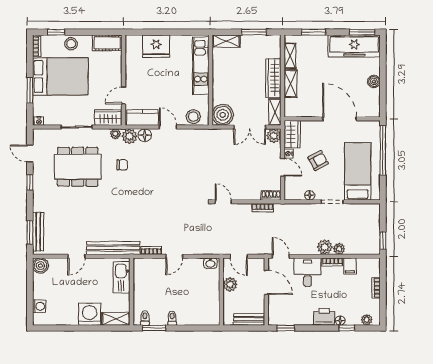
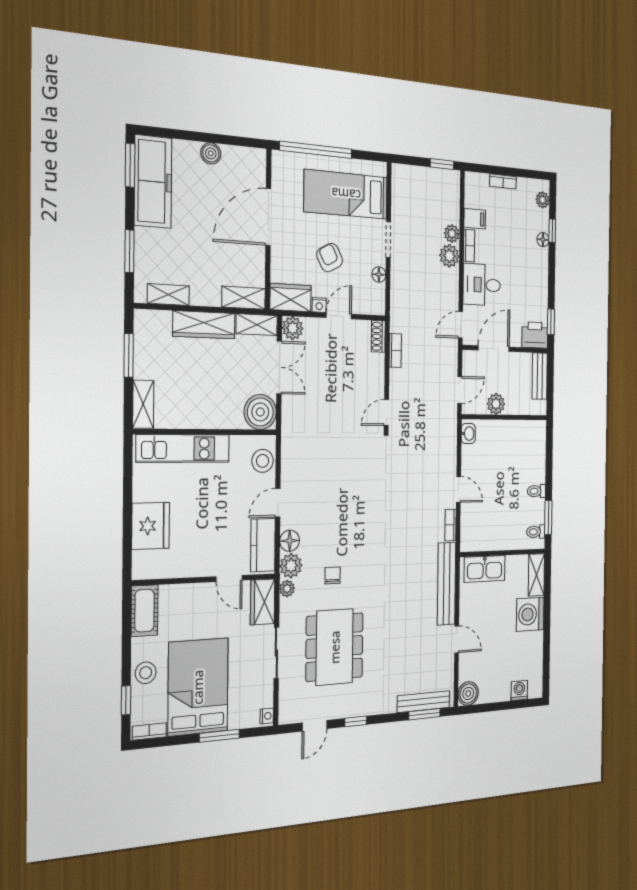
shelving: (290, 84) -> (244, 298), moved
printer: (324, 317) -> (535, 335), moved, turned 90

